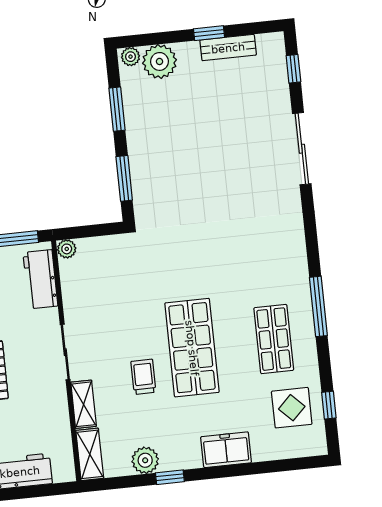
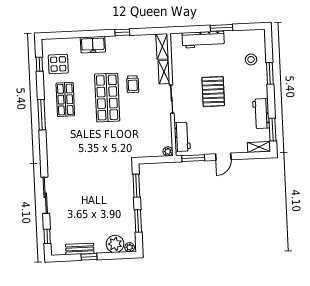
plant: (145, 460) -> (134, 42), removed

